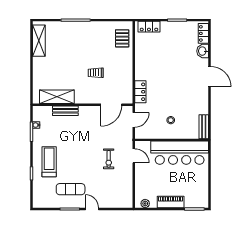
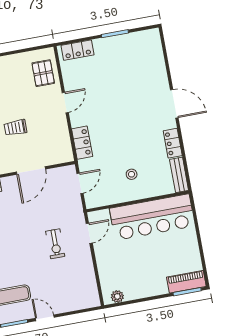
locker: (203, 33) -> (173, 143), moved
washbasin: (203, 51) -> (158, 70), removed
door: (134, 62) -> (65, 103), added
door: (111, 105) -> (31, 171), moved
door: (134, 156) -> (89, 233), hinge flipped
piano: (171, 202) -> (186, 282), moved

